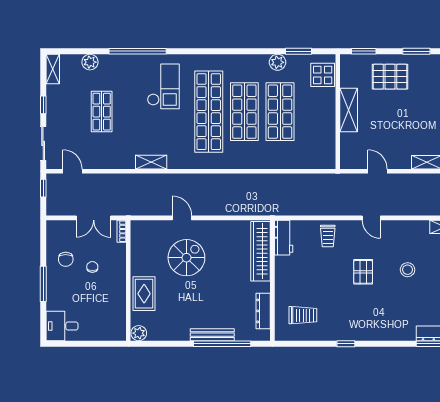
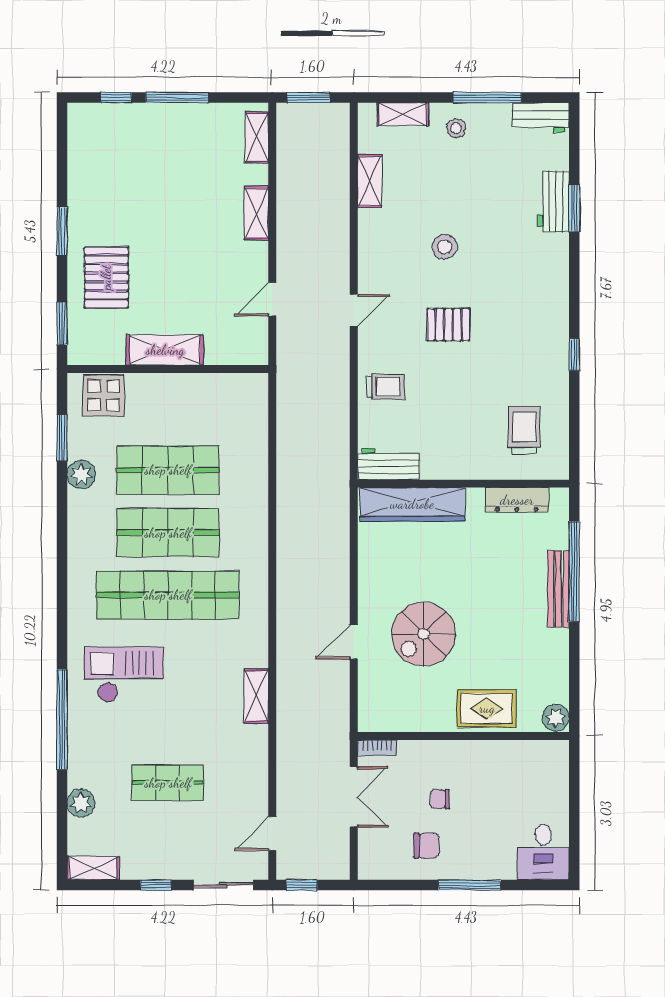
spiral stairs: (186, 258) -> (424, 634), turned -90

